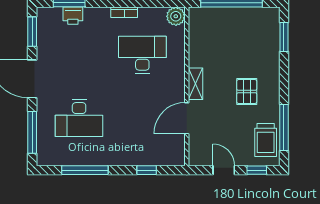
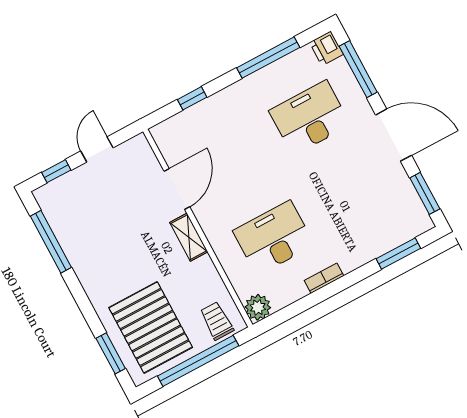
printer: (73, 16) -> (326, 48), moved, turned -90
desk: (142, 55) -> (274, 238), turned 180
pallet: (247, 92) -> (151, 327), moved, width x2.05, depth x2.00
trolley: (266, 140) -> (217, 321), moved, width x0.73, depth x0.72
door: (224, 170) -> (97, 149), swing flipped

